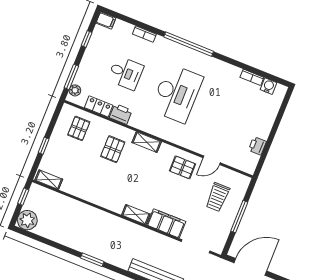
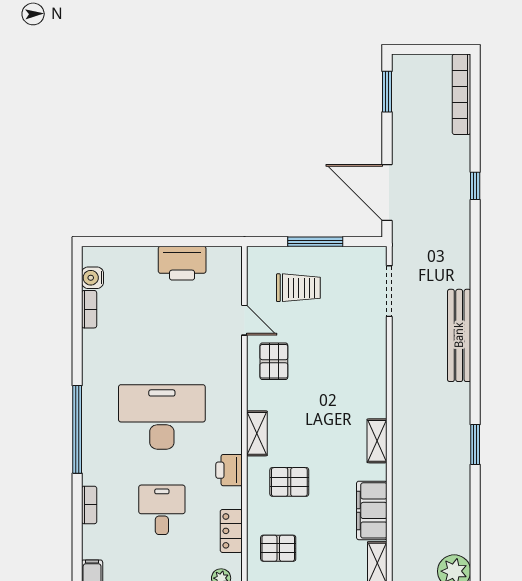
printer: (121, 114) -> (229, 470), moved
printer: (257, 146) -> (182, 263), width x1.87, depth x1.48
shelving: (136, 215) -> (377, 441), moved
filing cabinet: (166, 223) -> (372, 510), moved

